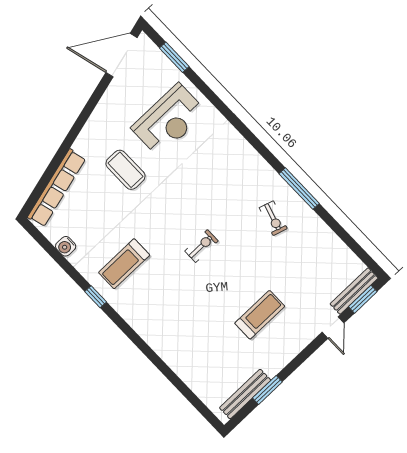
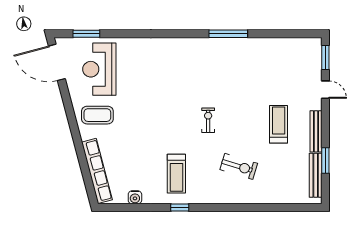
door: (122, 55) -> (57, 62), hinge flipped
reception desk: (169, 120) -> (99, 69), moved, turned 180
coffee table: (125, 170) -> (97, 115), moved
exercise bike: (273, 218) -> (239, 166), moved, width x1.38, depth x1.39
bench: (354, 291) -> (316, 131), moved

